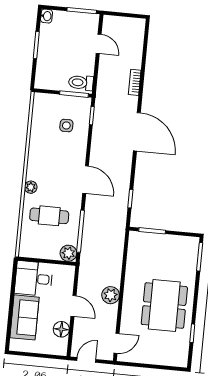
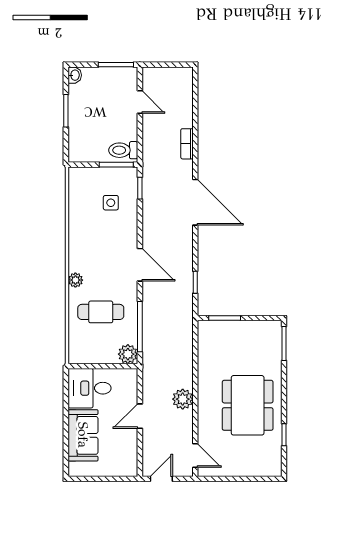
door: (73, 306) -> (140, 416), swing flipped
floor lamp: (61, 329) -> (128, 445), removed
door: (117, 343) -> (195, 456), hinge flipped

